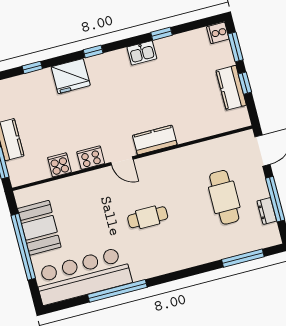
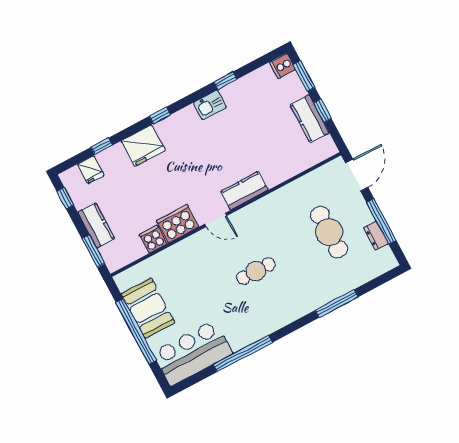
fridge: (17, 87) -> (91, 170), added
cooker: (91, 158) -> (178, 224), width x1.37, depth x1.31
window: (243, 258) -> (337, 304), moved
bar counter: (83, 276) -> (193, 353), width x0.73

